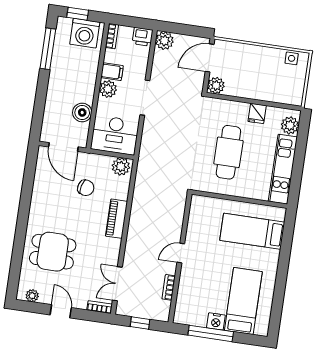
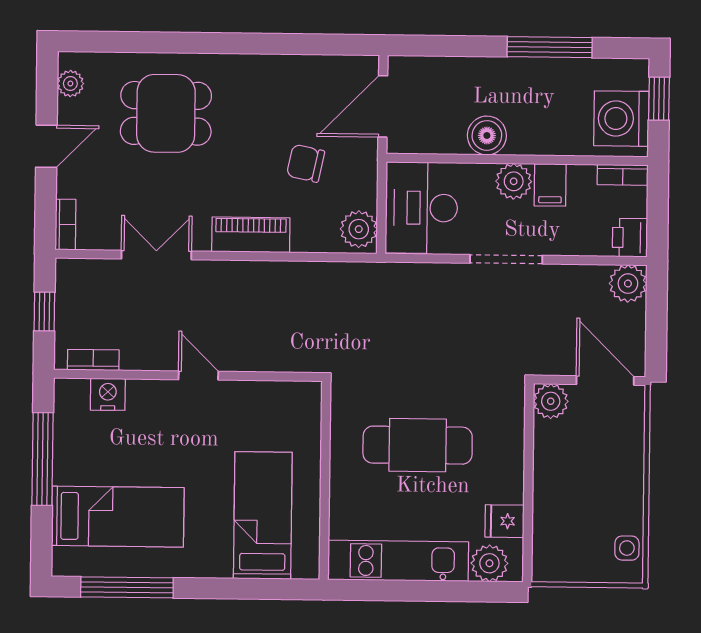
window: (48, 49) -> (550, 47), moved
boiler: (82, 112) -> (487, 135), moved
fridge: (257, 113) -> (504, 521), moved
chair: (86, 188) -> (306, 163), turned 87
dining table: (53, 252) -> (166, 113), turned 90
double door: (117, 284) -> (156, 255), moved
bookcase: (169, 287) -> (93, 360), moved
window: (278, 301) -> (127, 587), added
nightstand: (216, 321) -> (108, 394), moved, turned 90

